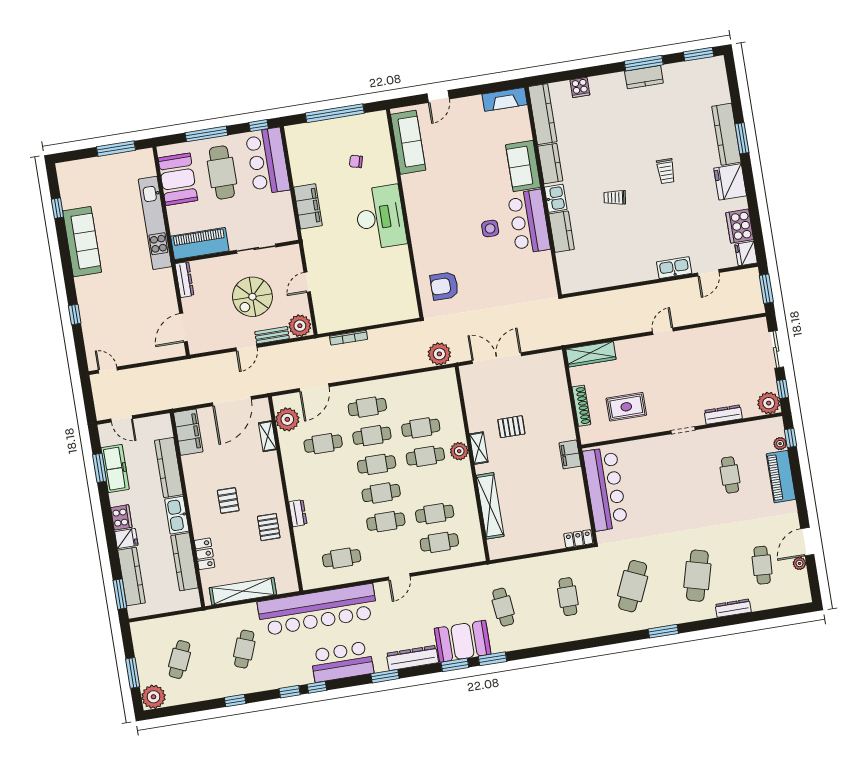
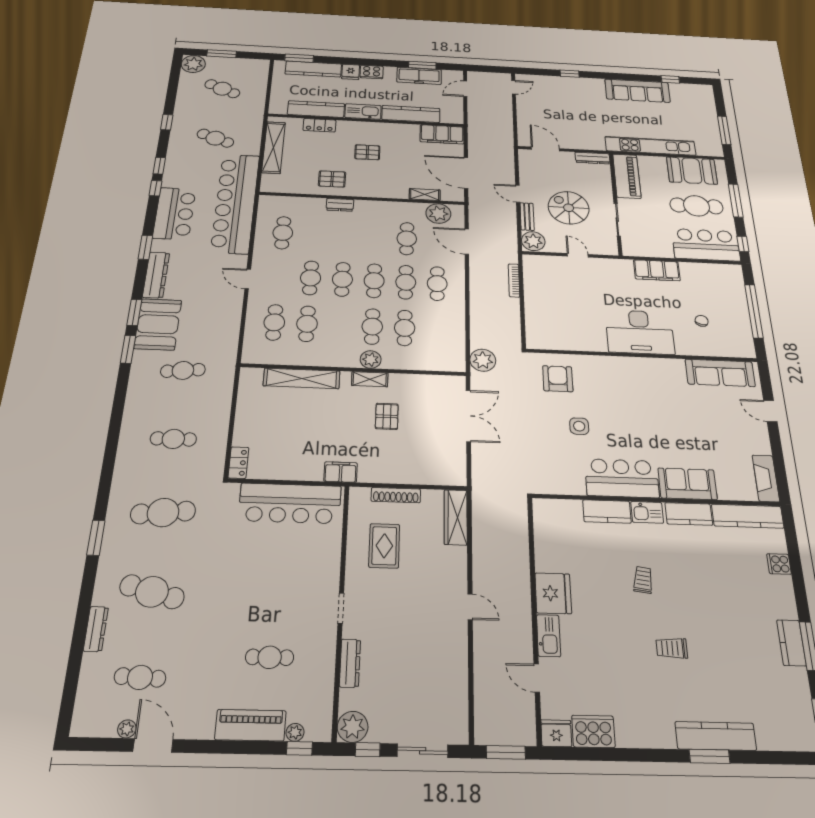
fridge: (730, 182) -> (553, 593), moved, turned 90
side table: (490, 229) -> (579, 426), moved
cafe table: (633, 586) -> (163, 512), turned -30

